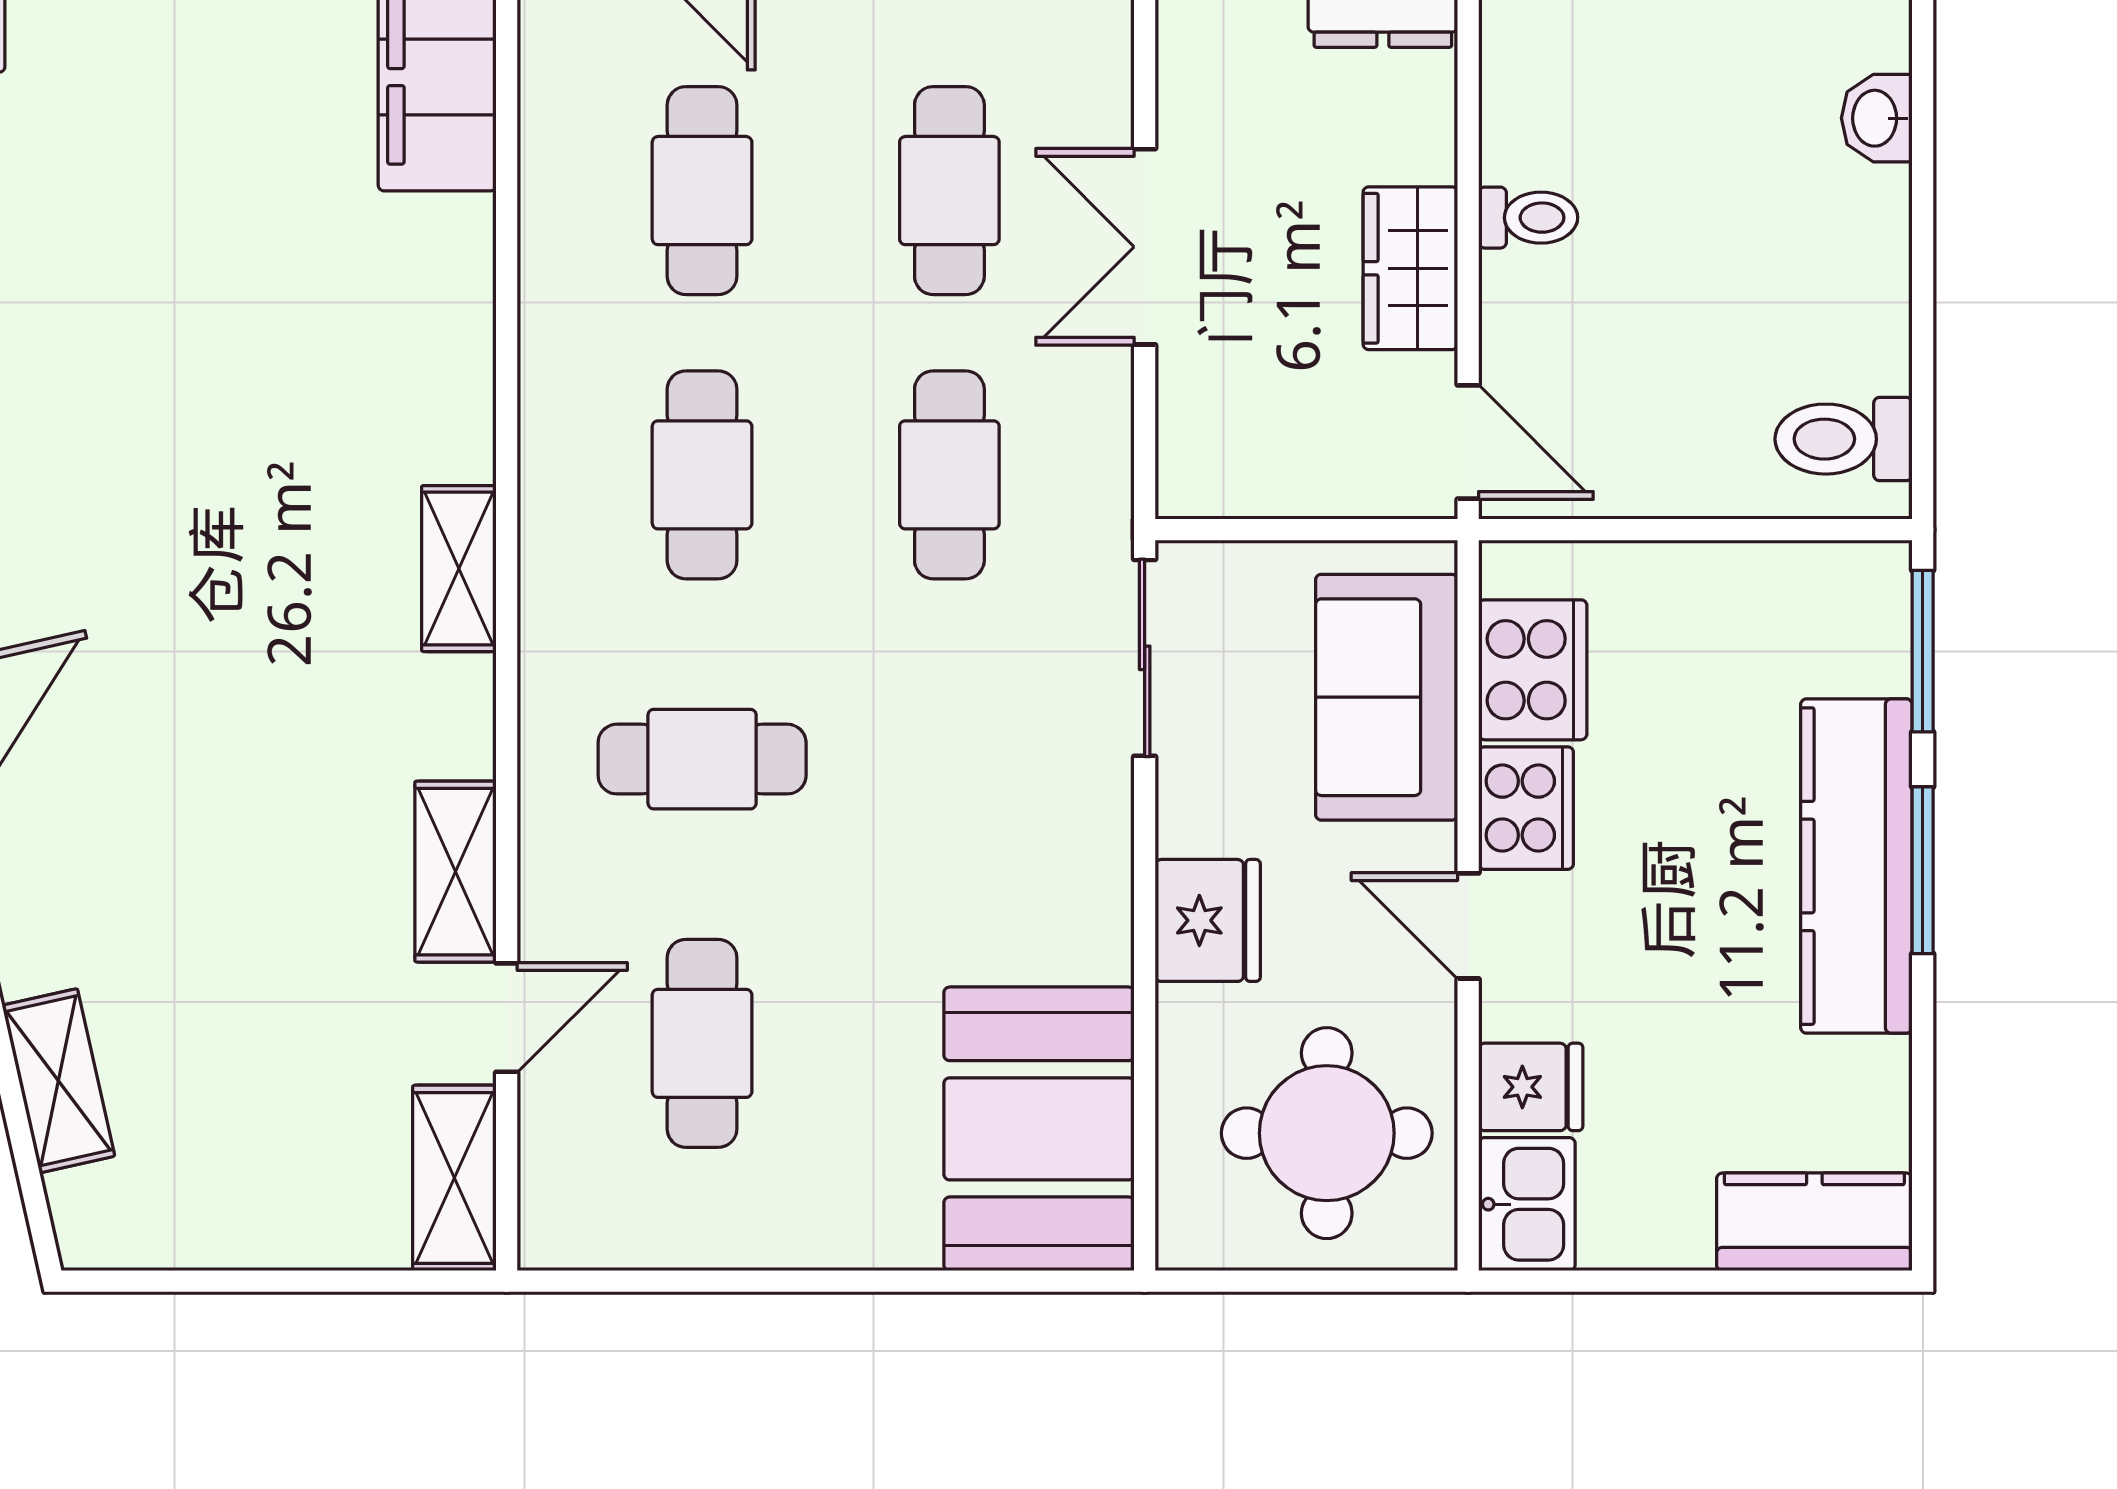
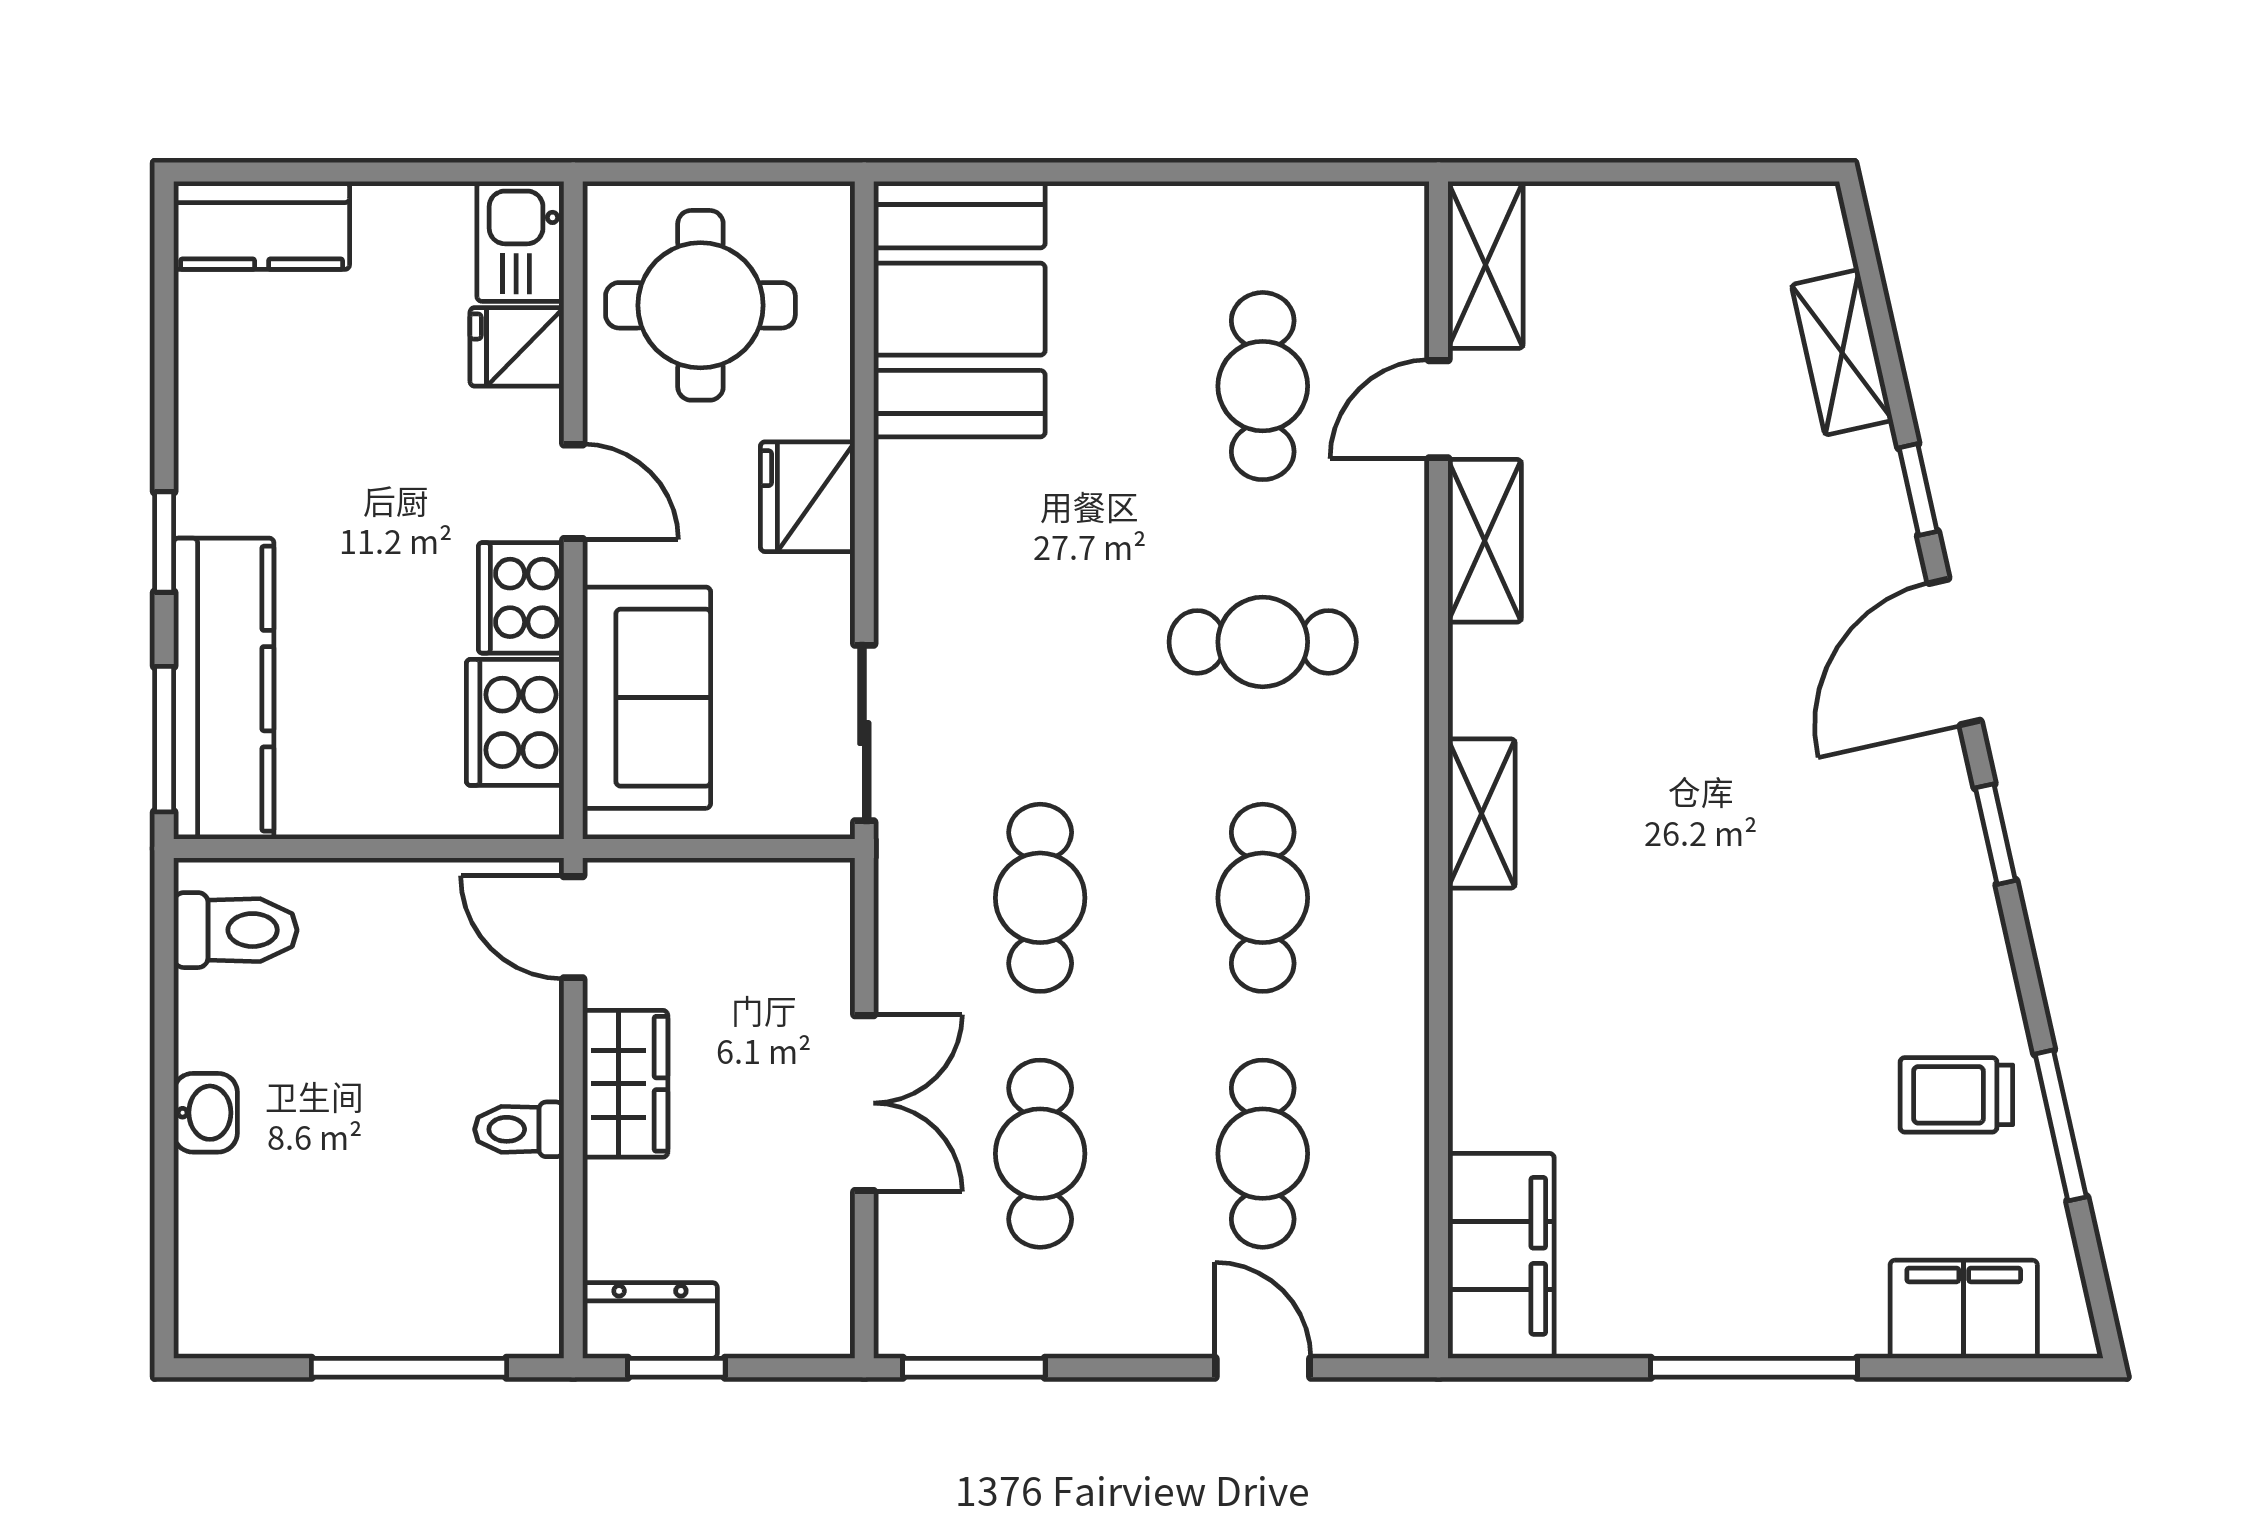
washbasin: (1877, 118) -> (205, 1113), moved
kitchen counter: (1856, 866) -> (224, 689), moved
window: (1923, 870) -> (164, 542), width x0.67

